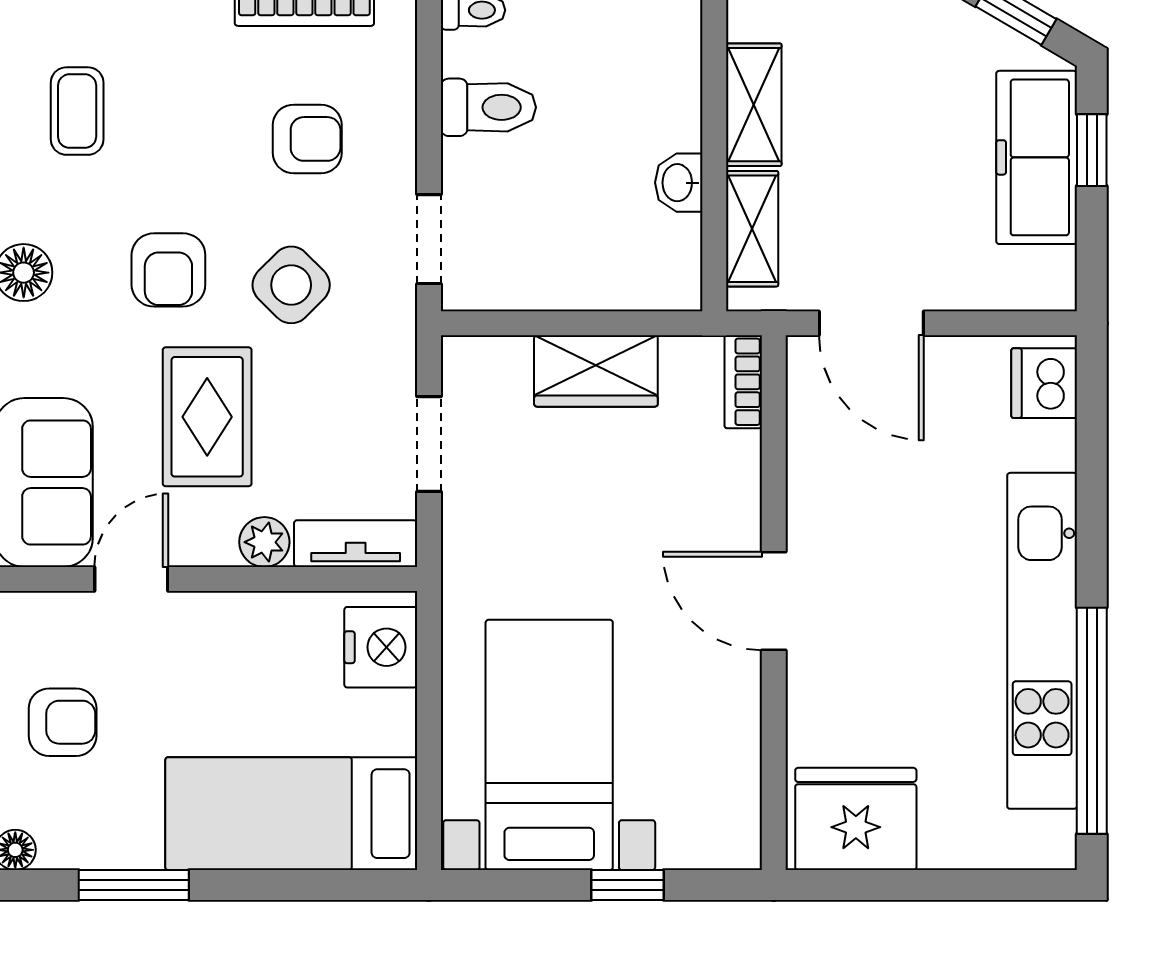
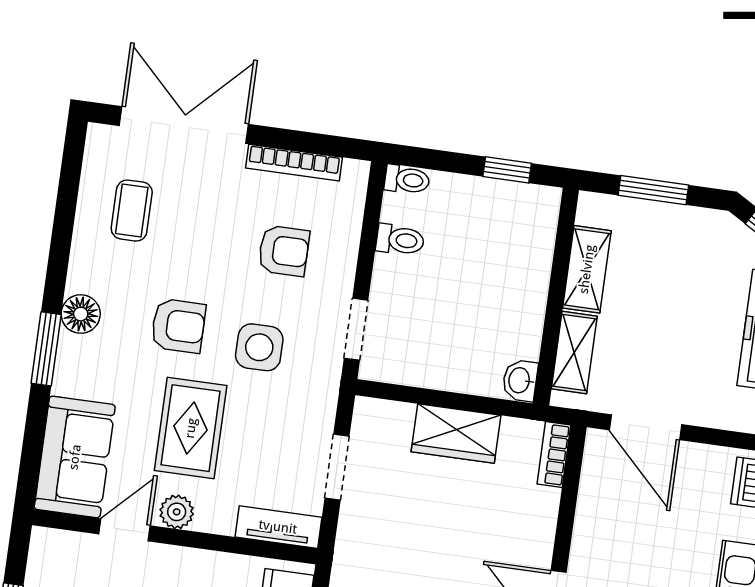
toilet: (488, 107) -> (400, 240), width x0.73, depth x0.72
washbasin: (679, 183) -> (520, 380), moved
armchair: (168, 270) -> (178, 326), turned -90
side table: (291, 285) -> (259, 347), turned 45
plant: (264, 542) -> (177, 512), moved

